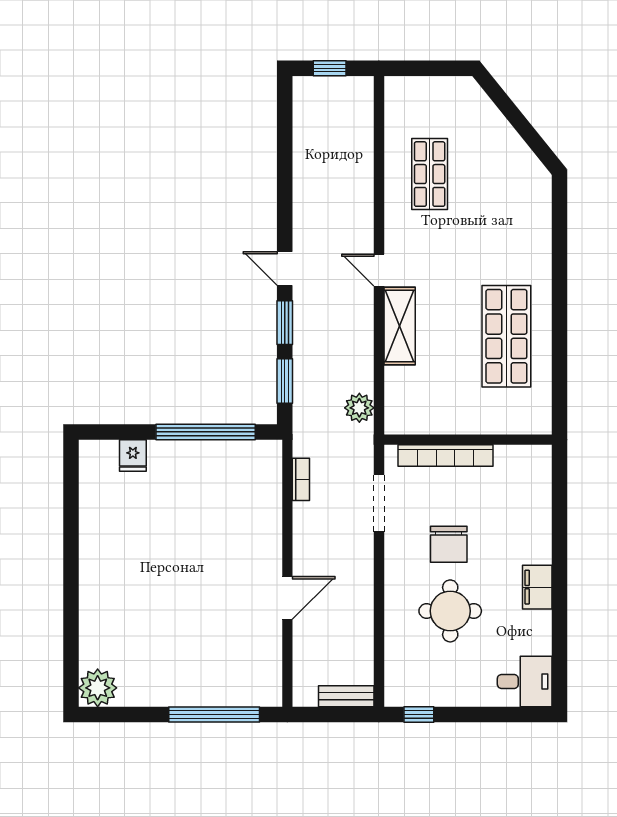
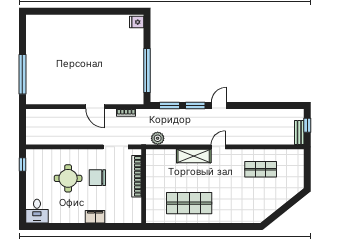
fridge: (133, 455) -> (137, 22), moved
filing cabinet: (537, 587) -> (95, 217), moved
door: (287, 598) -> (95, 107), moved
plant: (98, 688) -> (34, 23), removed
bench: (346, 696) -> (299, 132), moved

